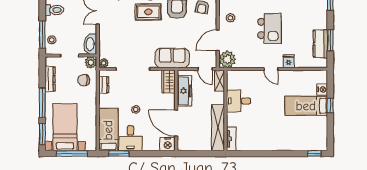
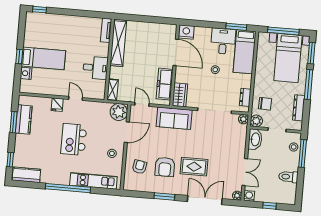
shelving: (220, 81) -> (113, 90), moved
desk: (238, 101) -> (95, 68), moved
wall: (225, 110) -> (109, 59), moved
shelving: (218, 128) -> (118, 43), moved
tv unit: (231, 139) -> (106, 30), moved

